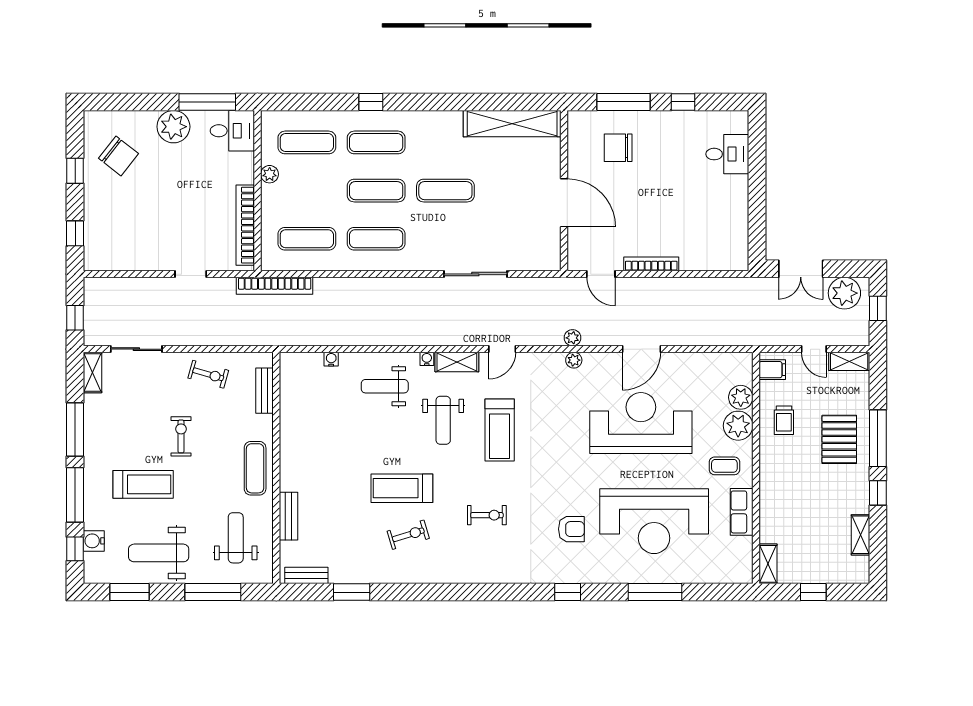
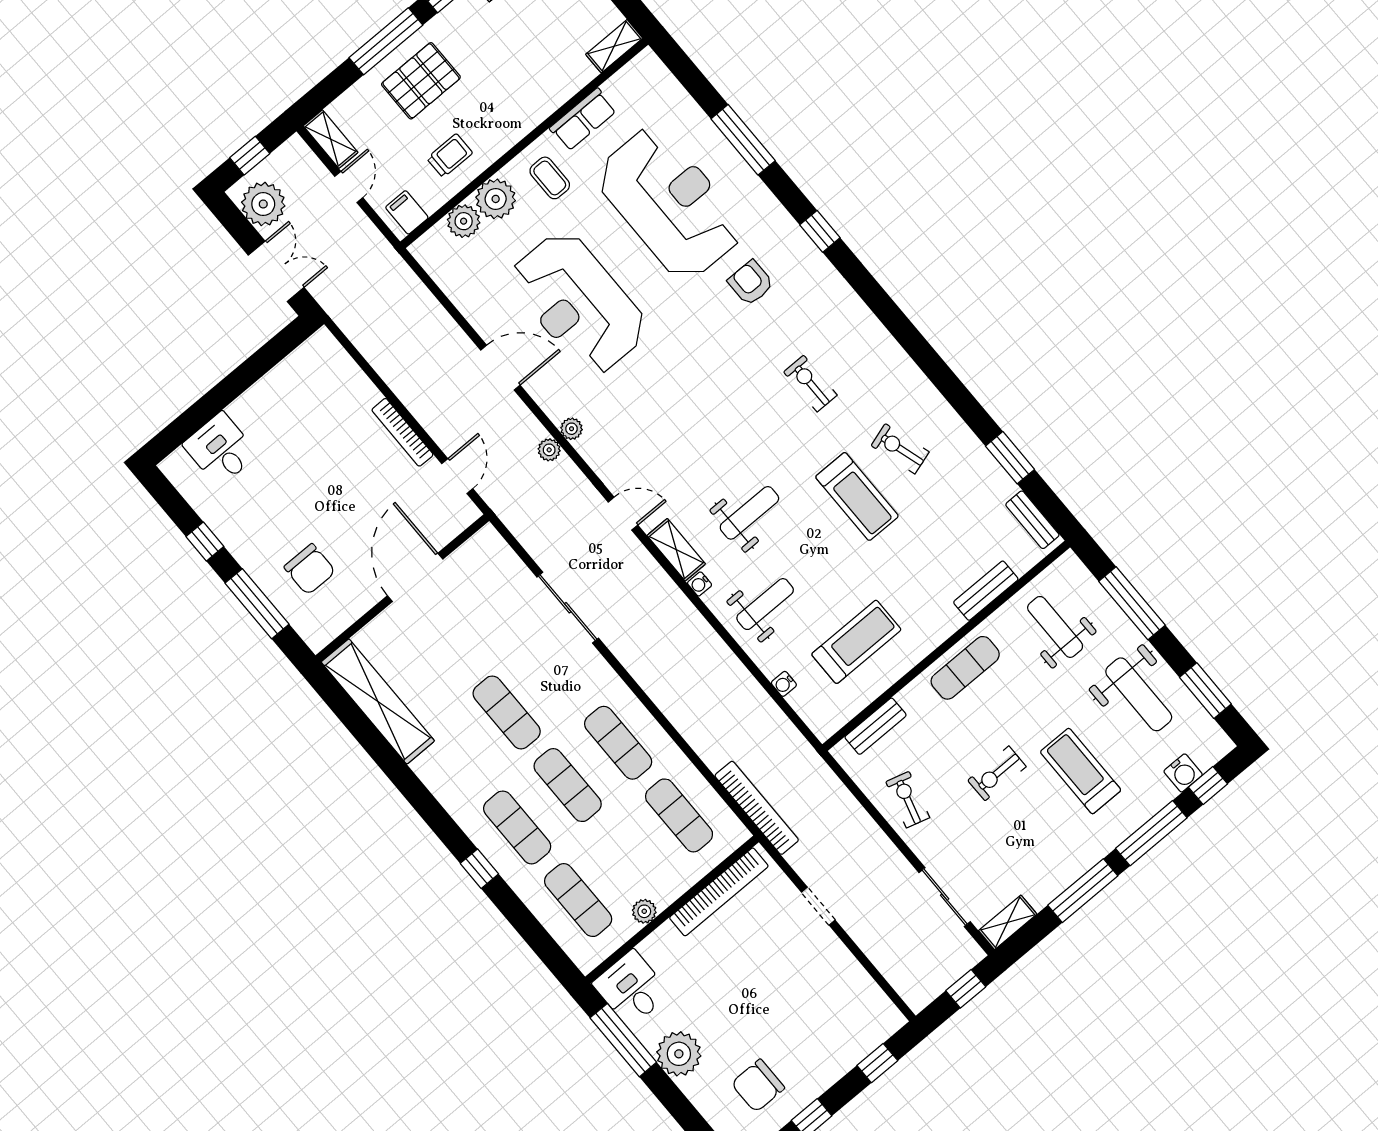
chair: (118, 156) -> (758, 1086), turned -128
weight bench: (385, 386) -> (765, 604), turned -90
treadmill: (500, 430) -> (856, 642), moved
weight bench: (236, 538) -> (1055, 627), turned 90

